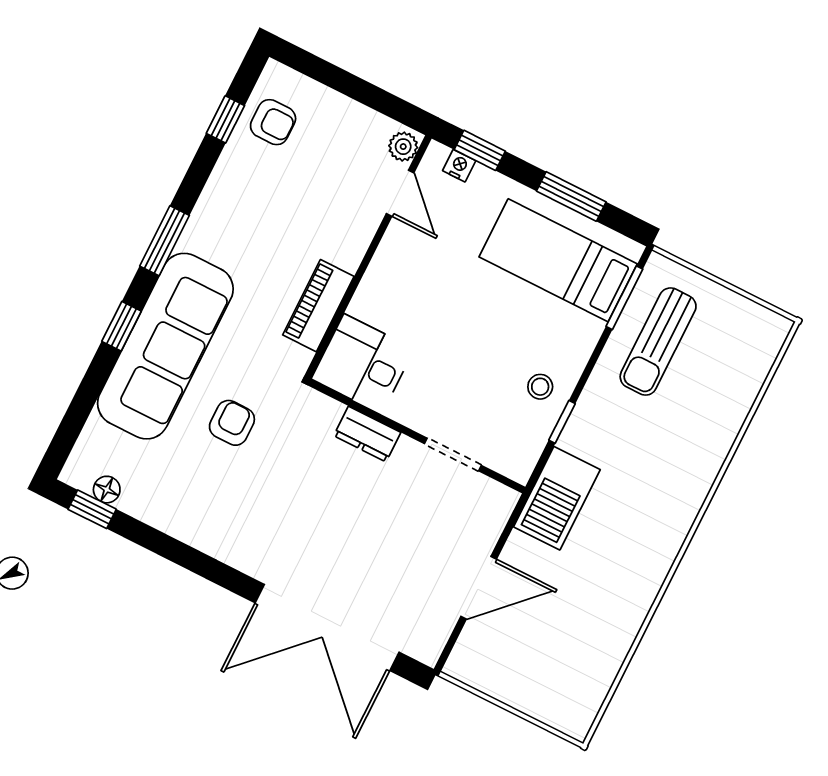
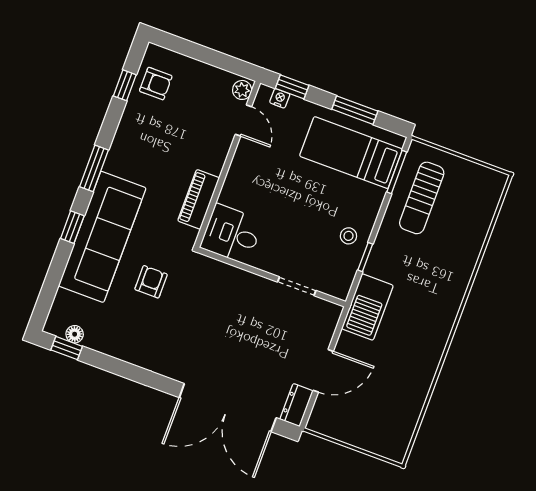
dresser: (367, 434) -> (296, 405), moved, turned 90

